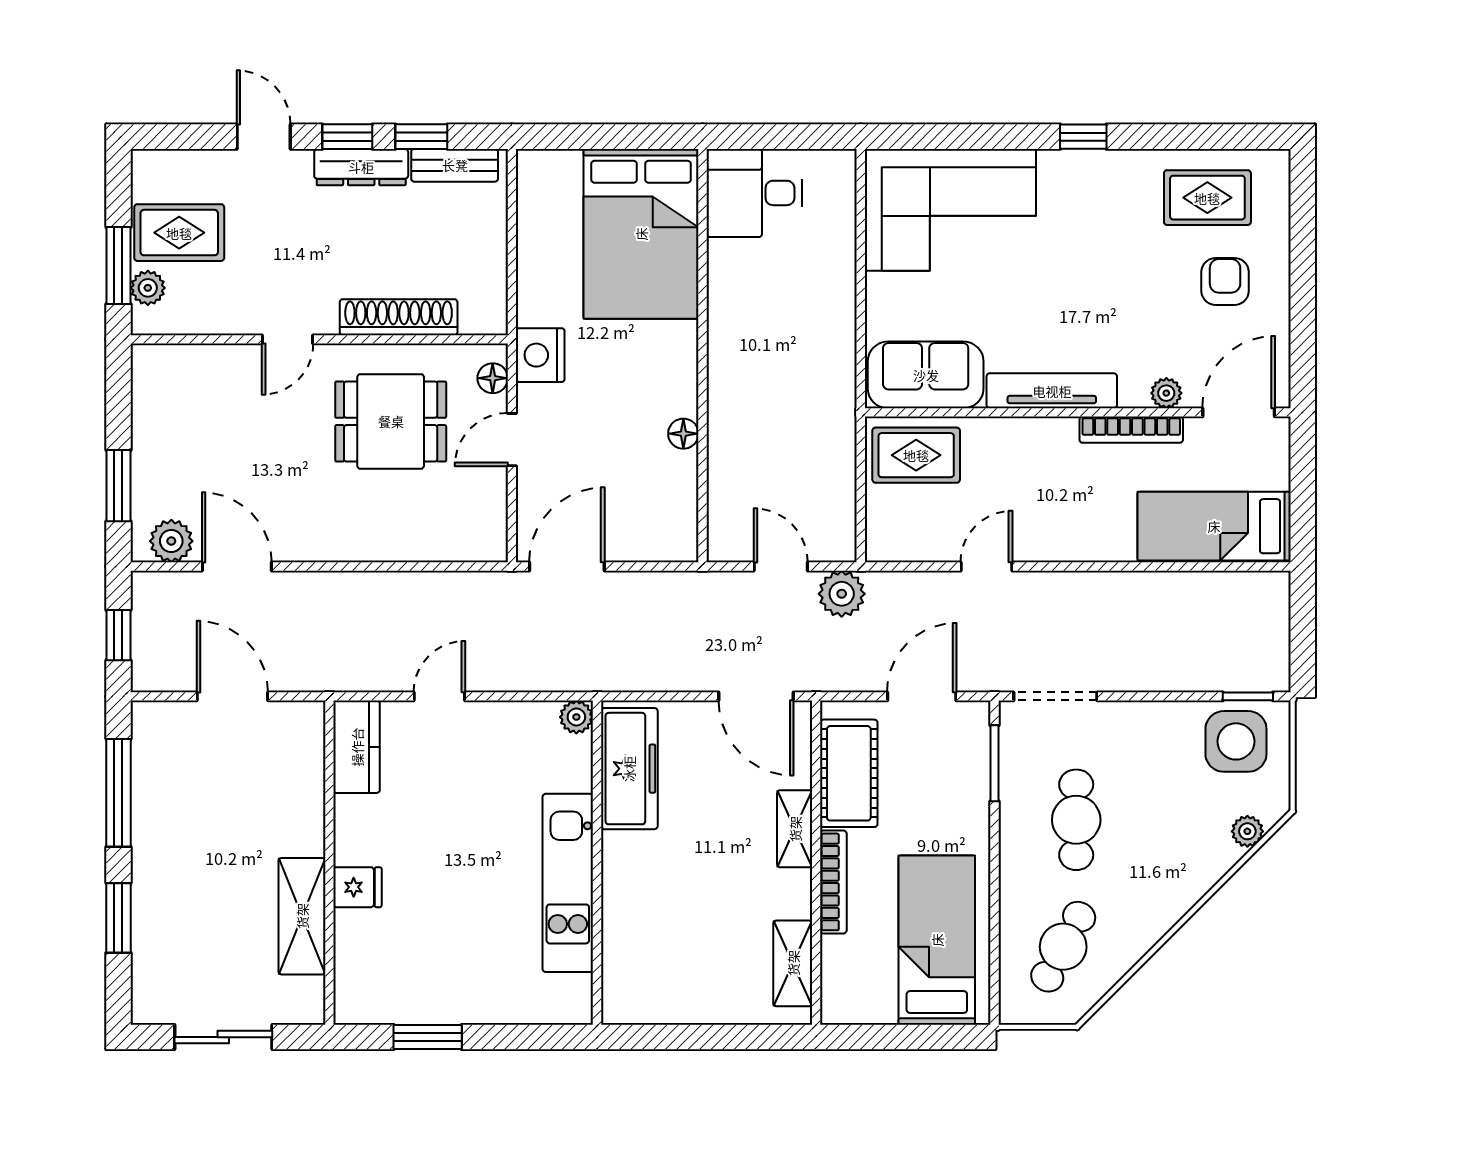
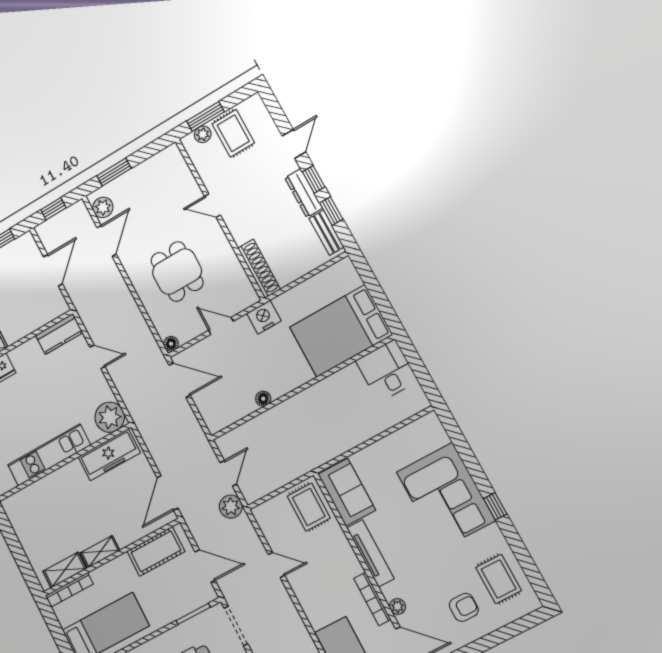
corner sofa: (950, 210) -> (446, 496), moved
shoe rack: (399, 317) -> (259, 269), moved
floor lamp: (493, 378) -> (171, 344), moved
dining table: (391, 421) -> (177, 272), moved
plant: (576, 717) -> (110, 417), width x1.88, depth x1.88
shelving: (795, 829) -> (100, 552), moved
bookcase: (833, 882) -> (69, 590), moved

